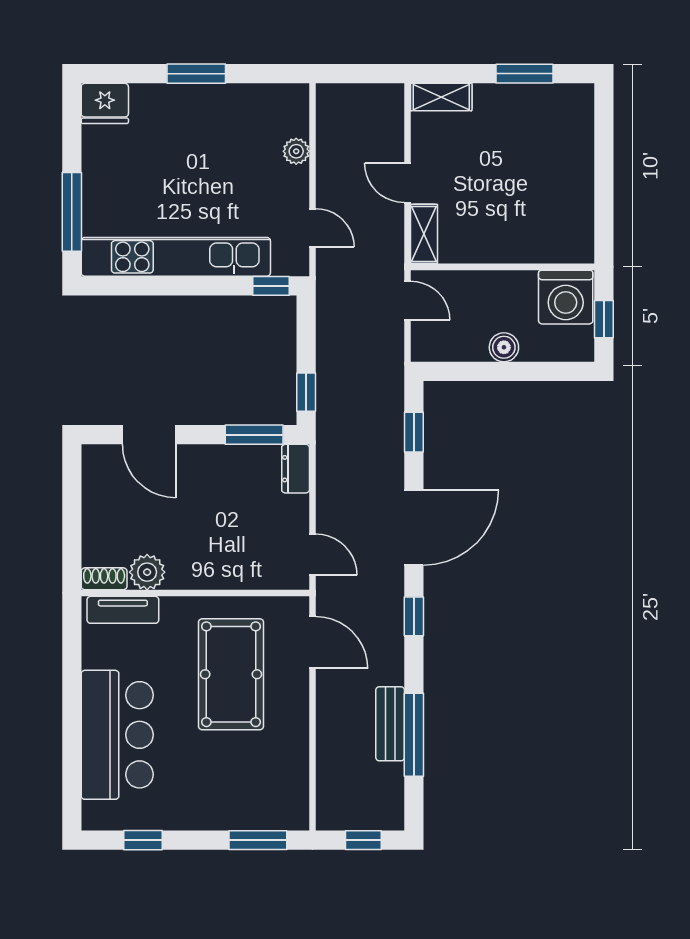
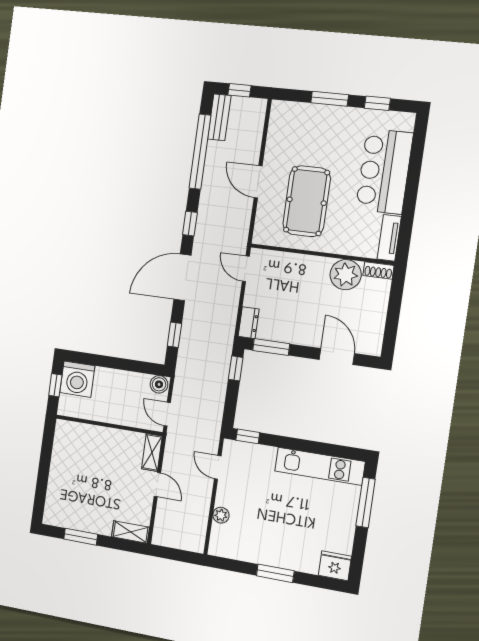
kitchen unit: (176, 257) -> (320, 466), width x0.73
washing machine: (566, 297) -> (77, 379), moved, turned 180
boiler: (504, 347) -> (159, 384), moved
plant: (147, 572) -> (346, 275), width x1.36, depth x1.36
tv unit: (123, 610) -> (389, 238), moved, turned -90
door: (312, 642) -> (258, 182), moved
bench: (390, 724) -> (219, 117), moved
window: (414, 735) -> (200, 152), width x1.46
window: (258, 840) -> (330, 99), moved

